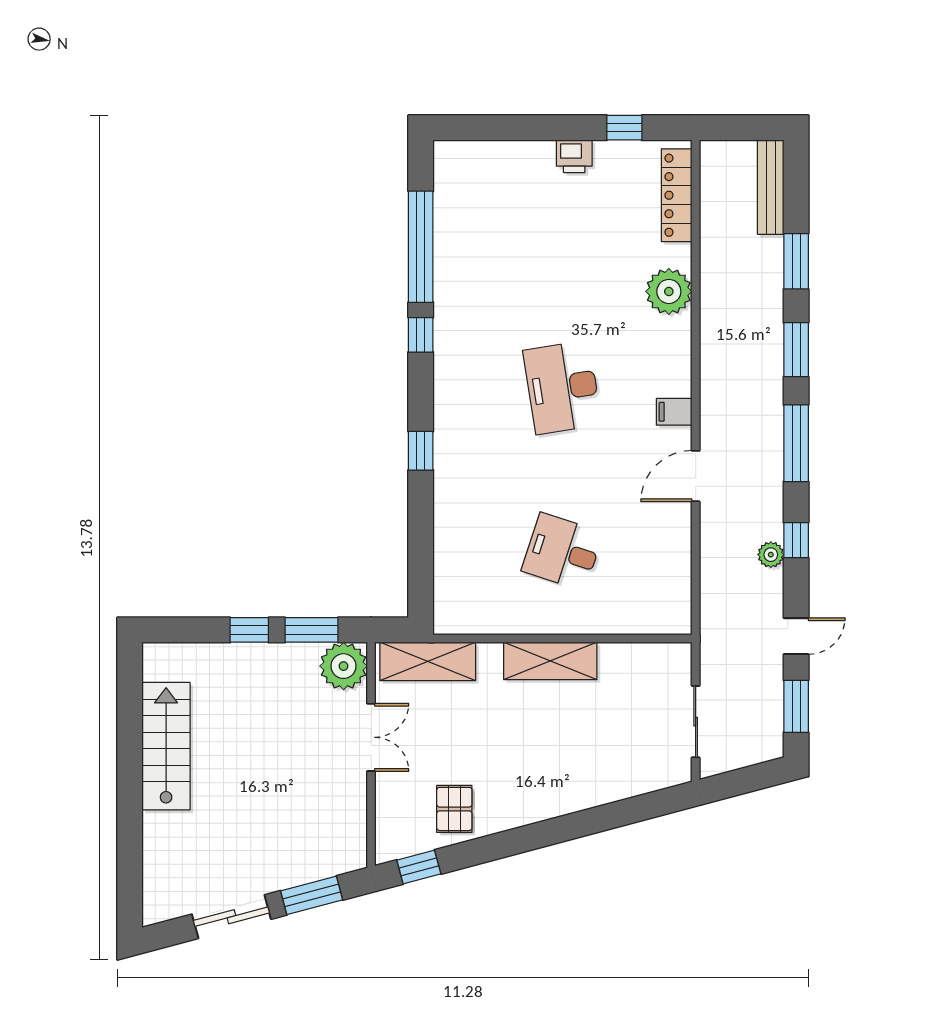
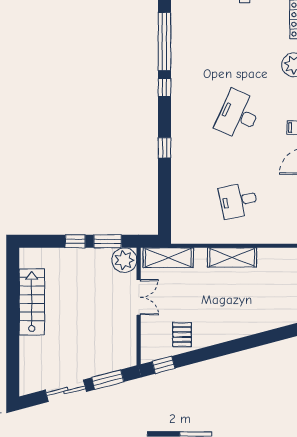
desk: (562, 387) -> (238, 115), turned 33
desk: (562, 552) -> (238, 200), turned -30

